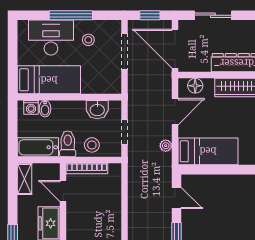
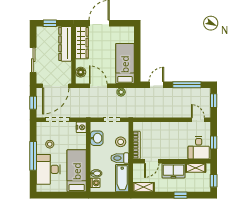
nightstand: (113, 87) -> (81, 127), added

